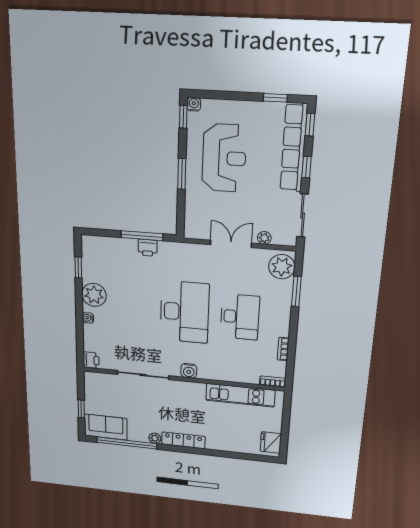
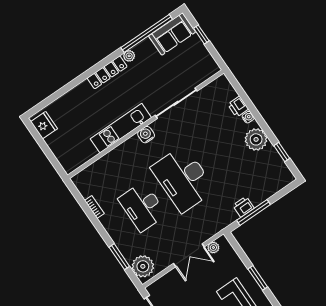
plant: (264, 238) -> (213, 248), moved
printer: (91, 360) -> (238, 107), moved
bookcase: (273, 382) -> (81, 176), removed
kitchen unit: (240, 395) -> (121, 128), moved

